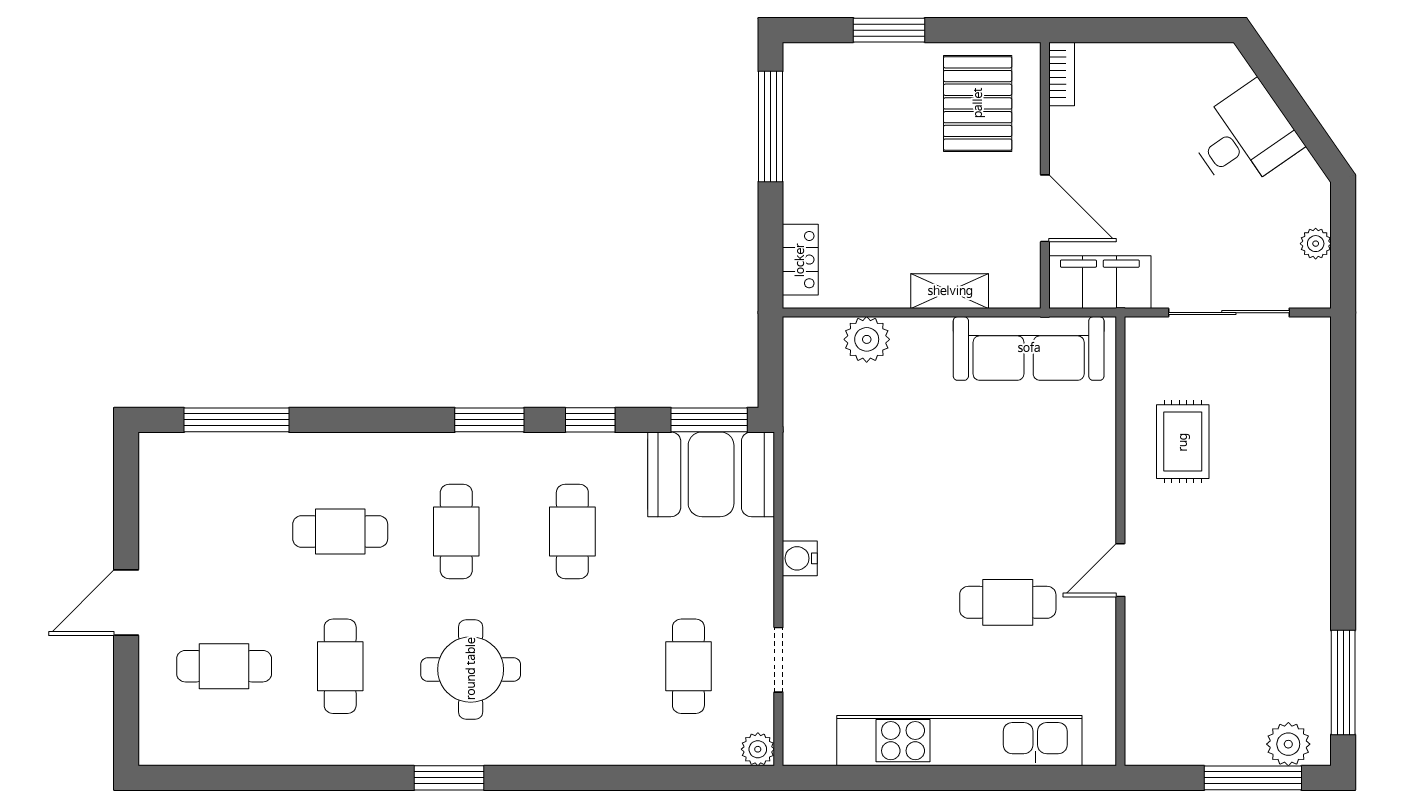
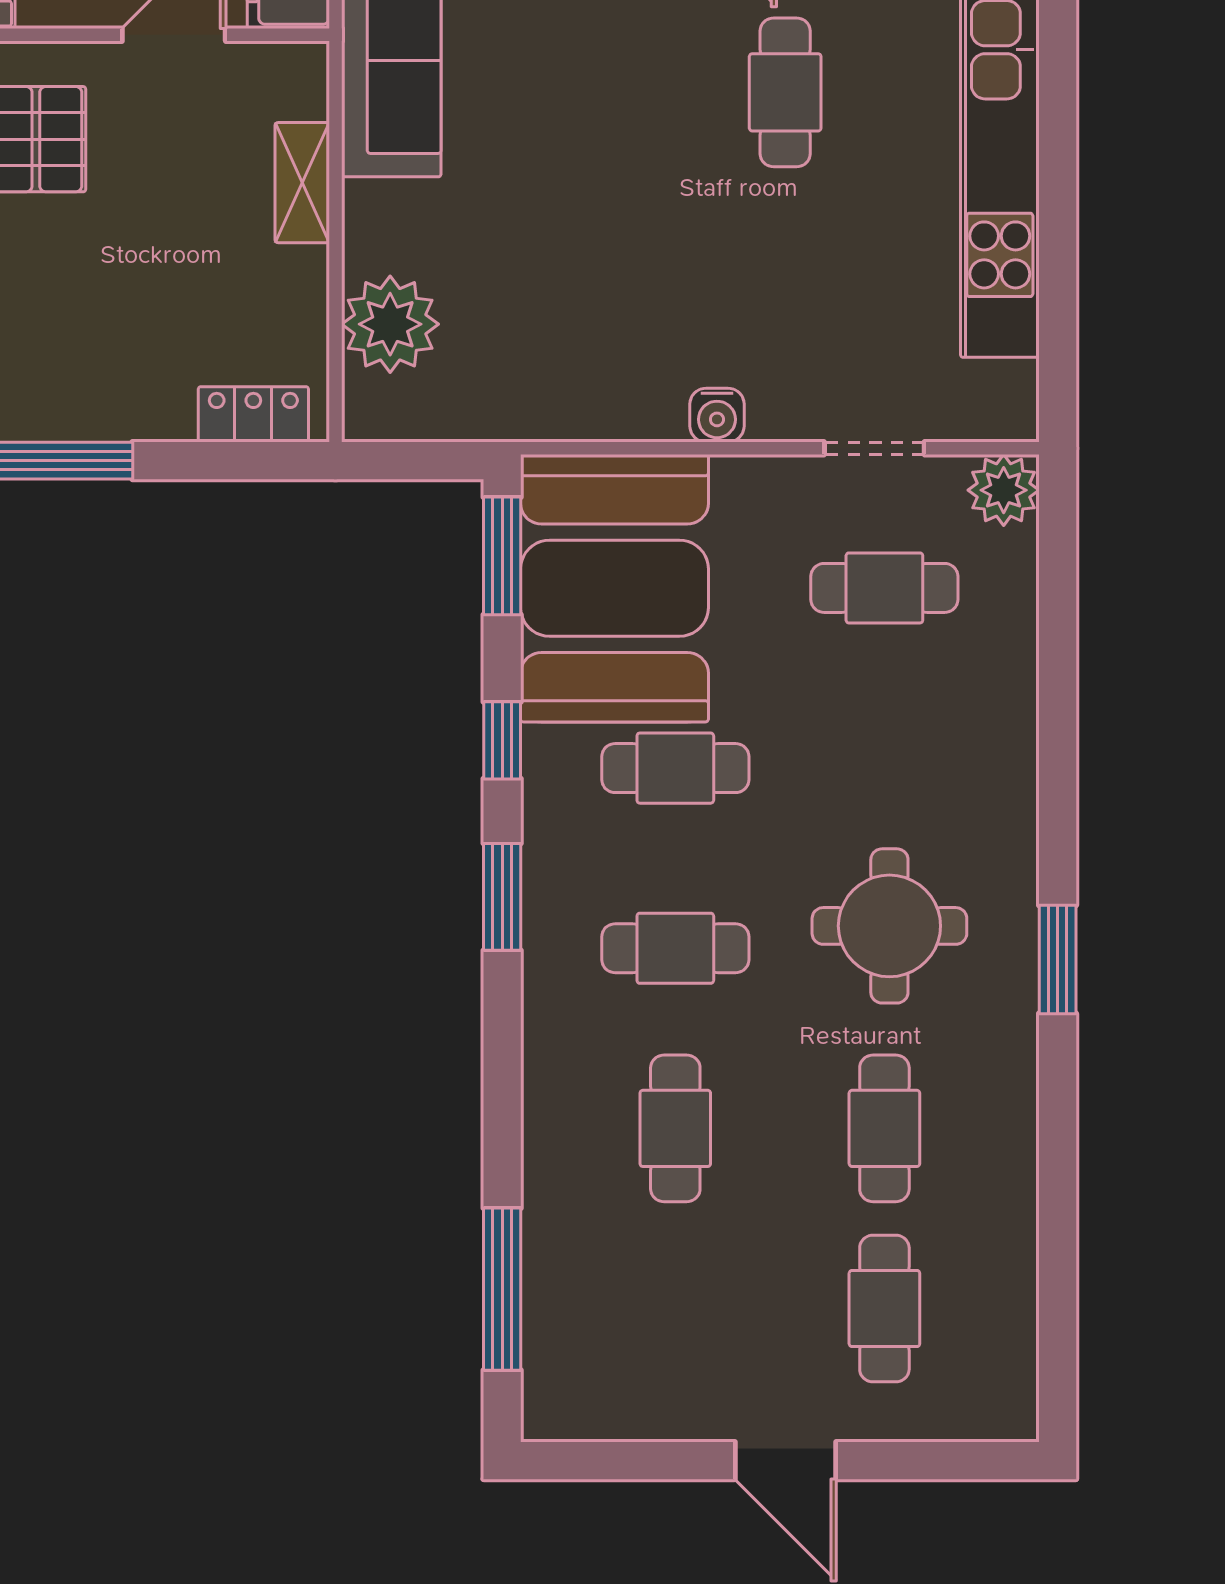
plant: (867, 339) -> (390, 324), width x1.36, depth x1.36
booth: (711, 474) -> (614, 588), width x1.36, depth x1.42
cafe table: (340, 666) -> (884, 1128), turned 90
plant: (758, 749) -> (1004, 490), width x1.38, depth x1.38

